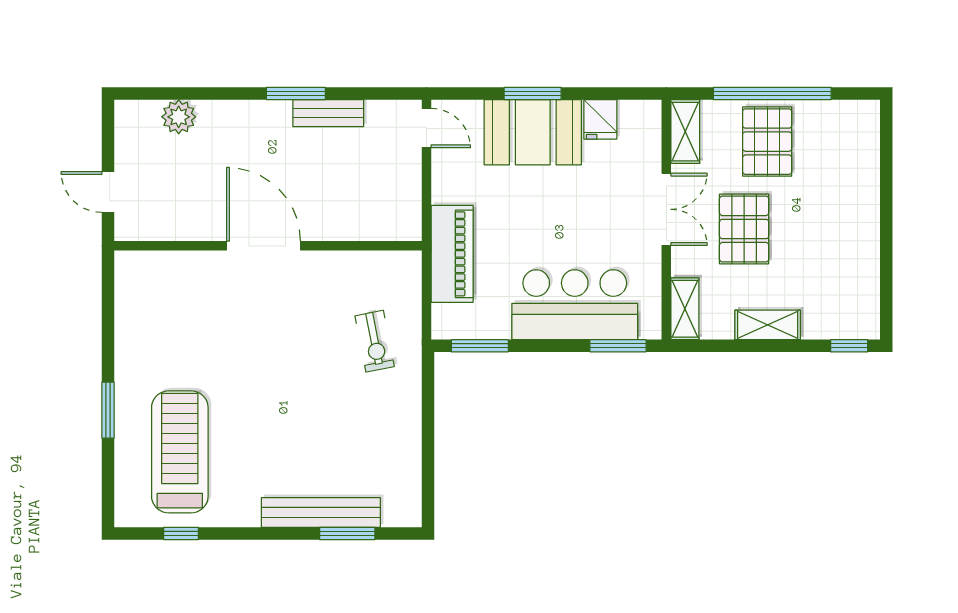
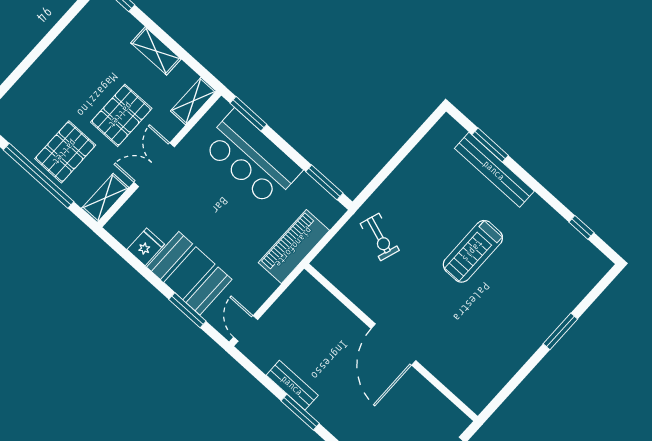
window: (533, 94) -> (187, 310), moved
exercise bike: (375, 341) -> (380, 237), turned 120
treadmill: (180, 452) -> (473, 251), moved, width x0.73, depth x0.73

